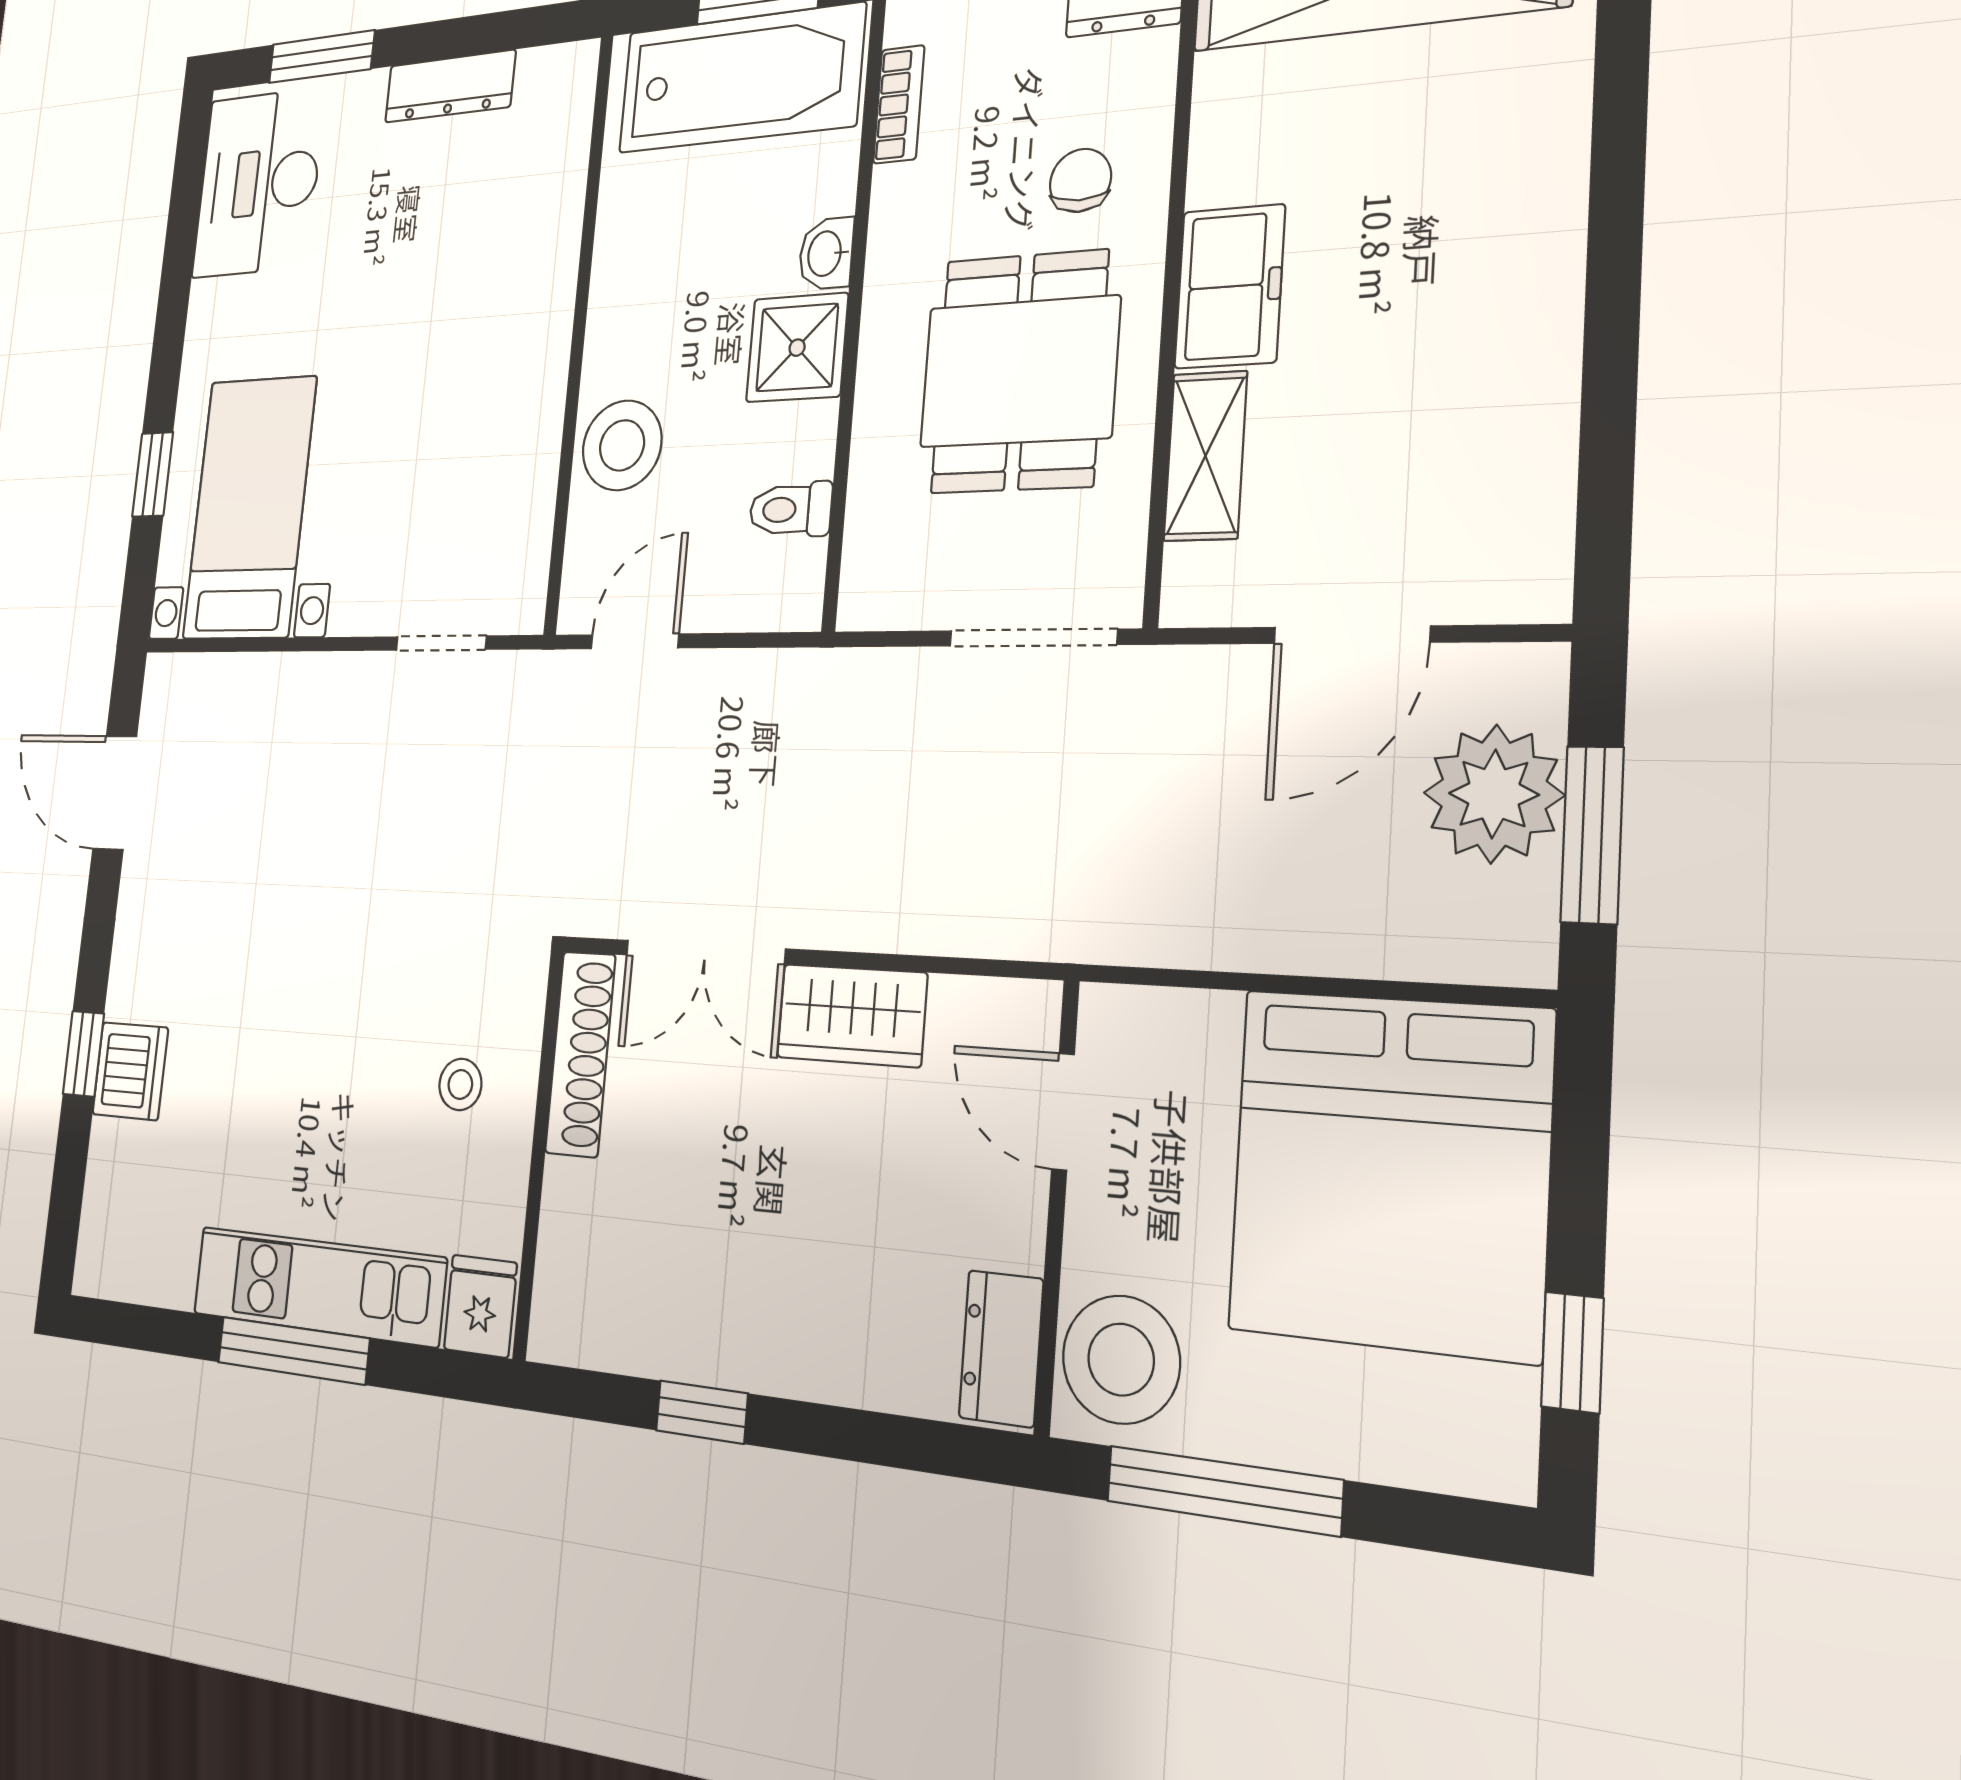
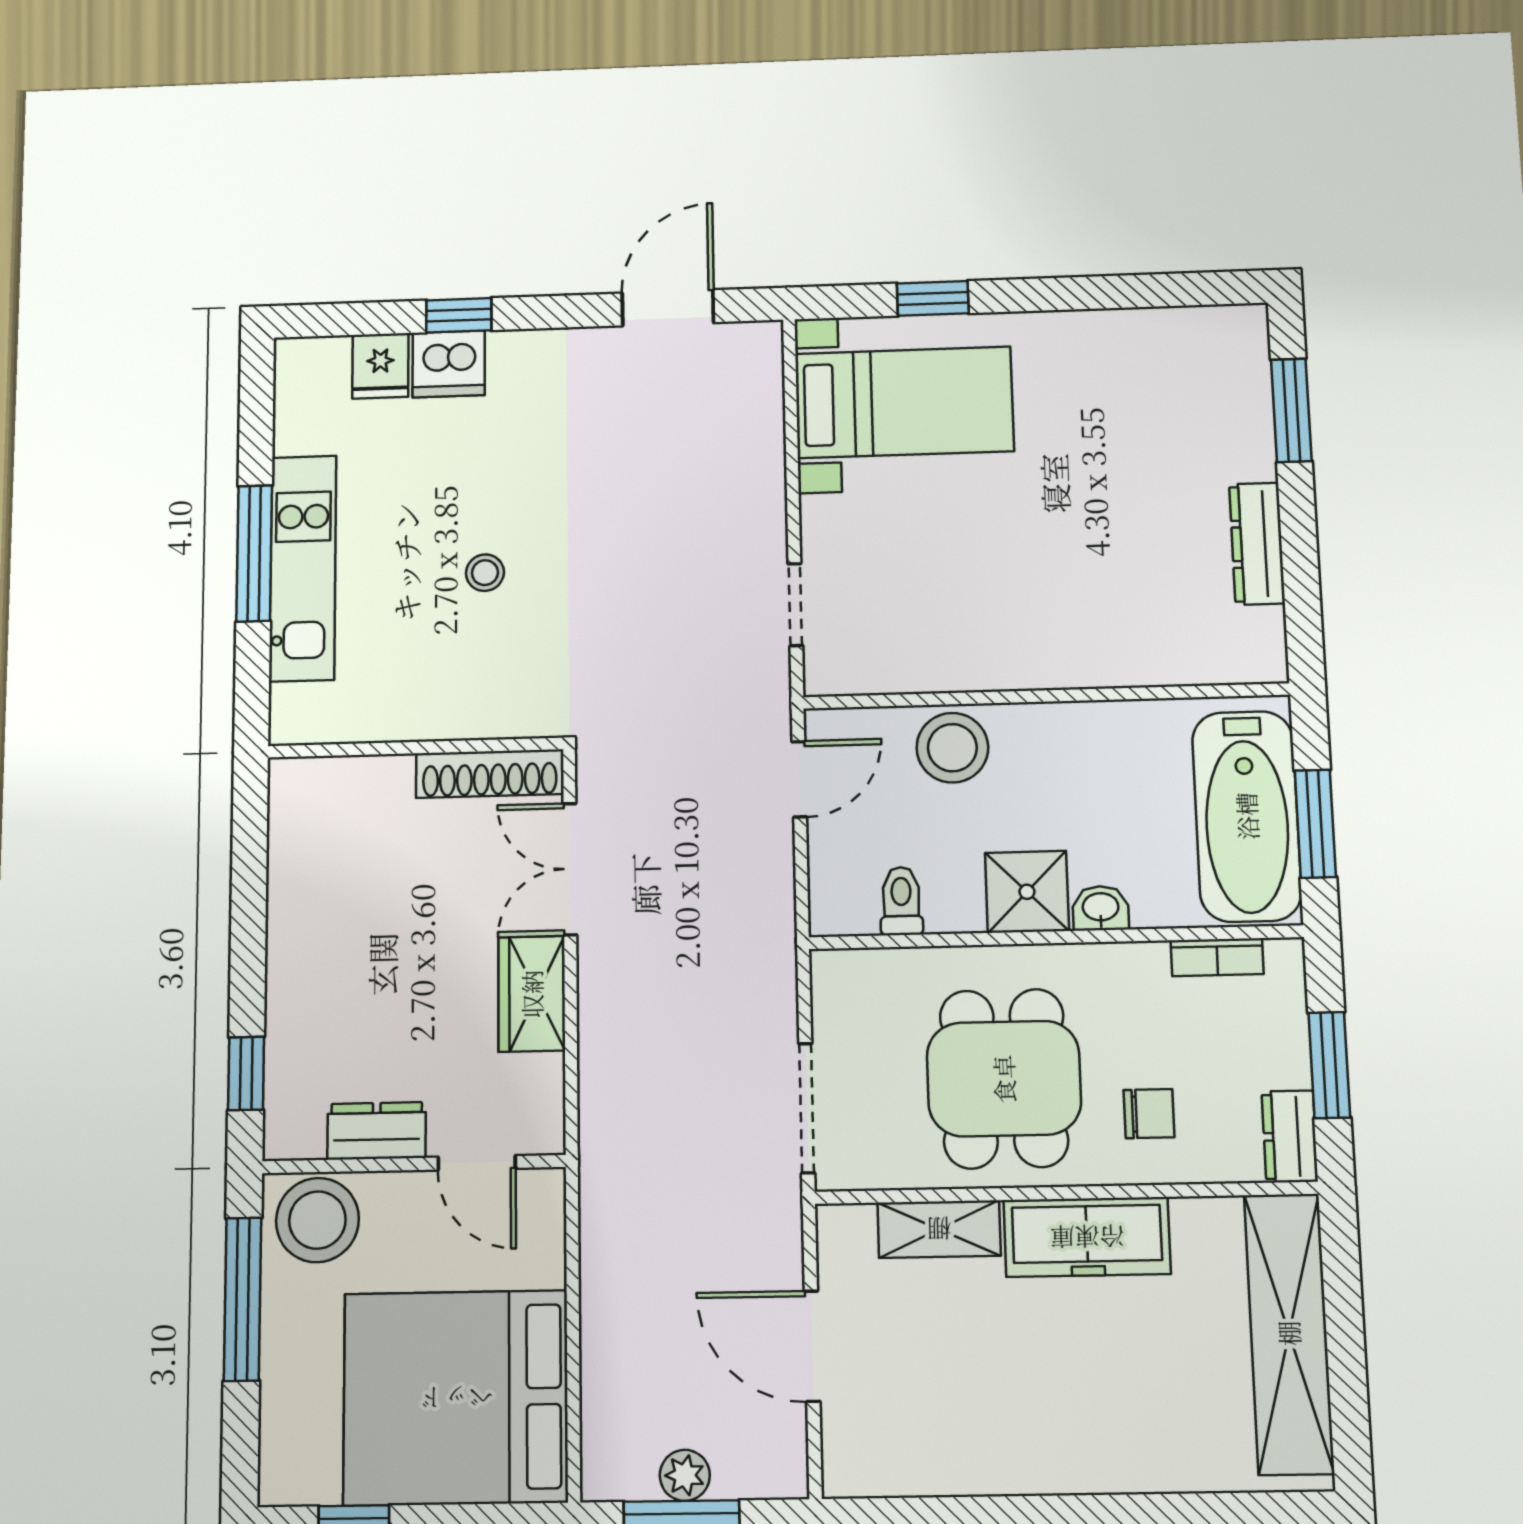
desk: (259, 183) -> (1183, 364), removed
freezer: (1230, 287) -> (1087, 1237), width x1.40
dining table: (1019, 372) -> (1004, 1079), turned 90
door: (635, 641) -> (799, 779), hinge flipped
plant: (1494, 794) -> (685, 1475), width x0.53, depth x0.53
stool: (460, 1084) -> (485, 573), moved
door: (1063, 1112) -> (477, 1163), swing flipped
fridge: (480, 1306) -> (380, 366), moved, turned 90
dresser: (1001, 1348) -> (377, 1131), moved
window: (702, 1412) -> (246, 1073), moved

